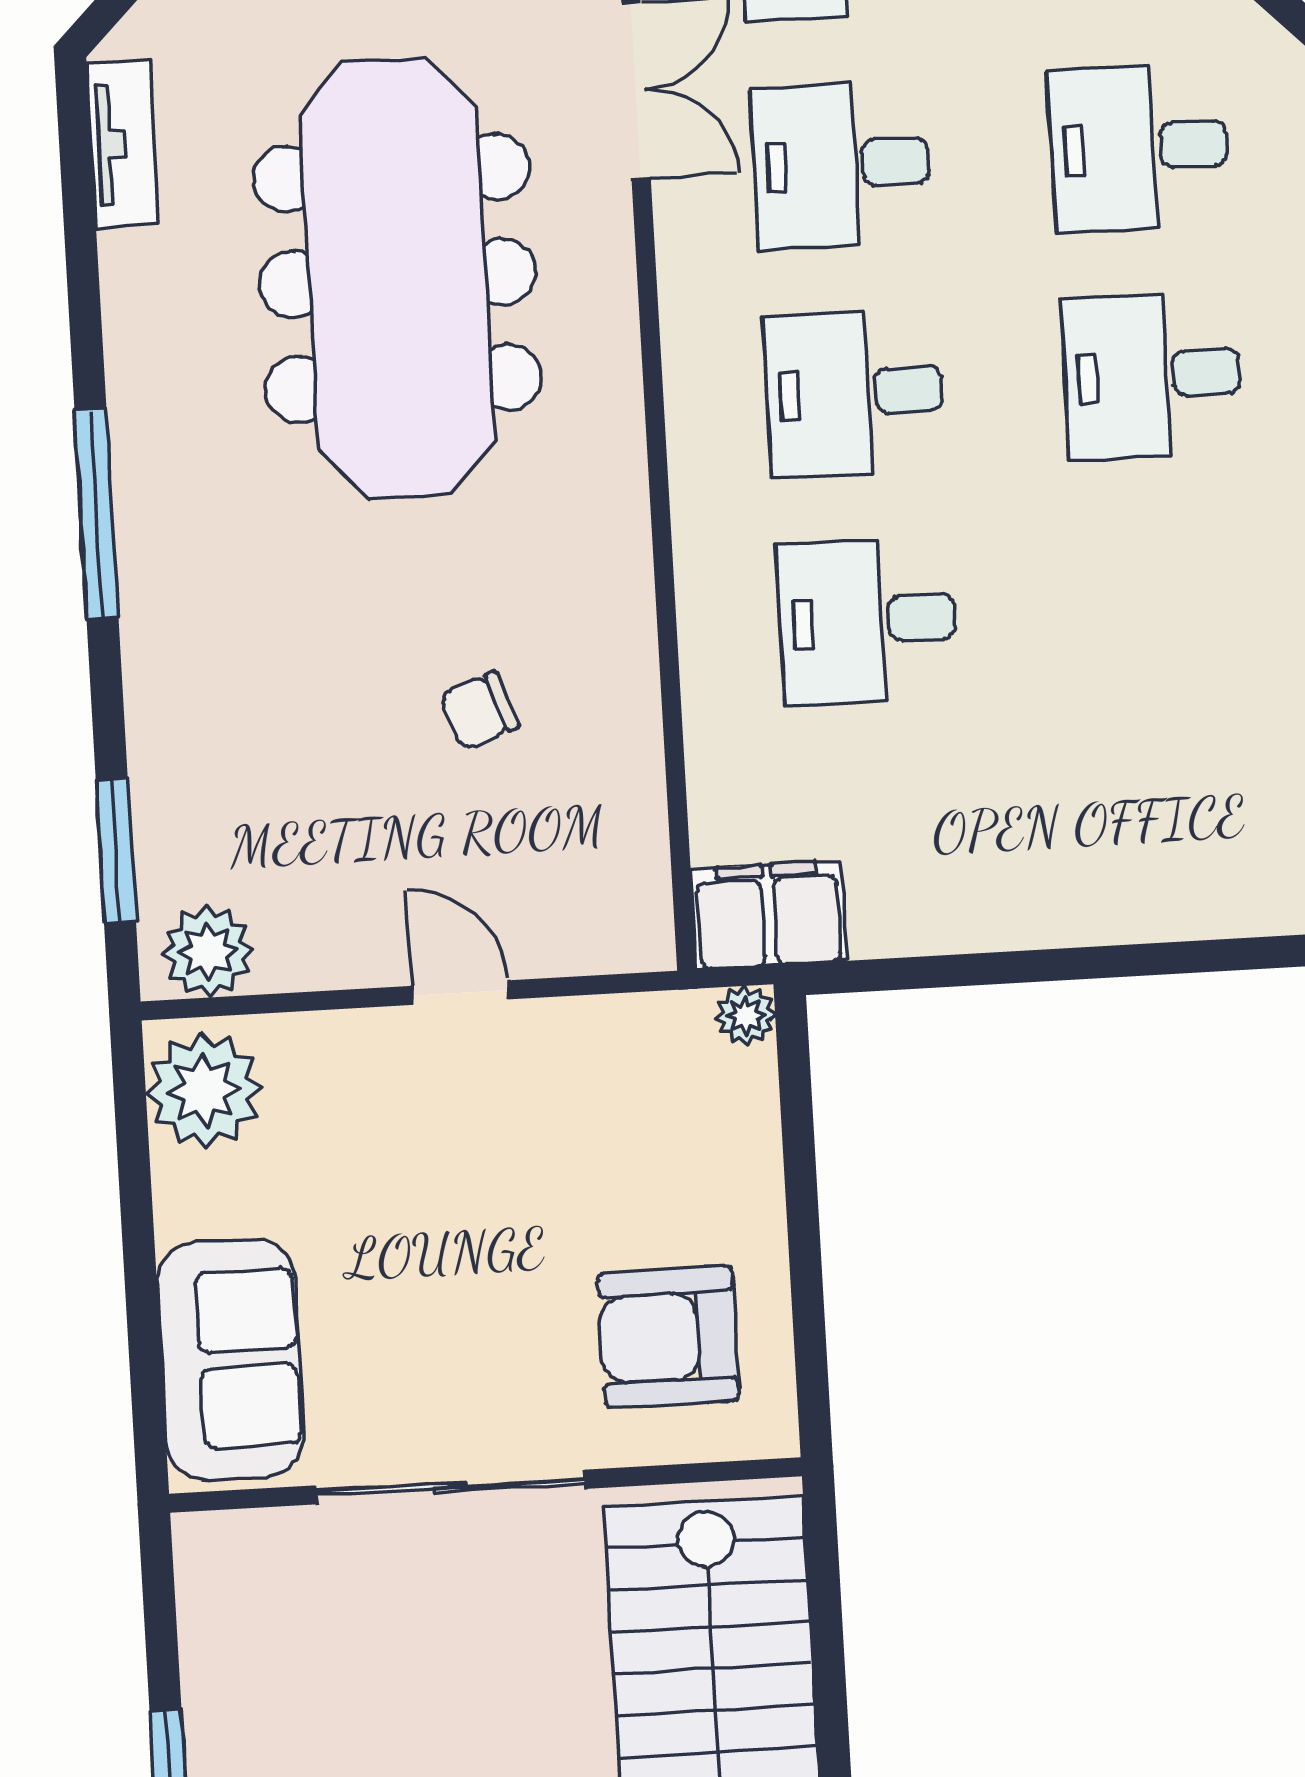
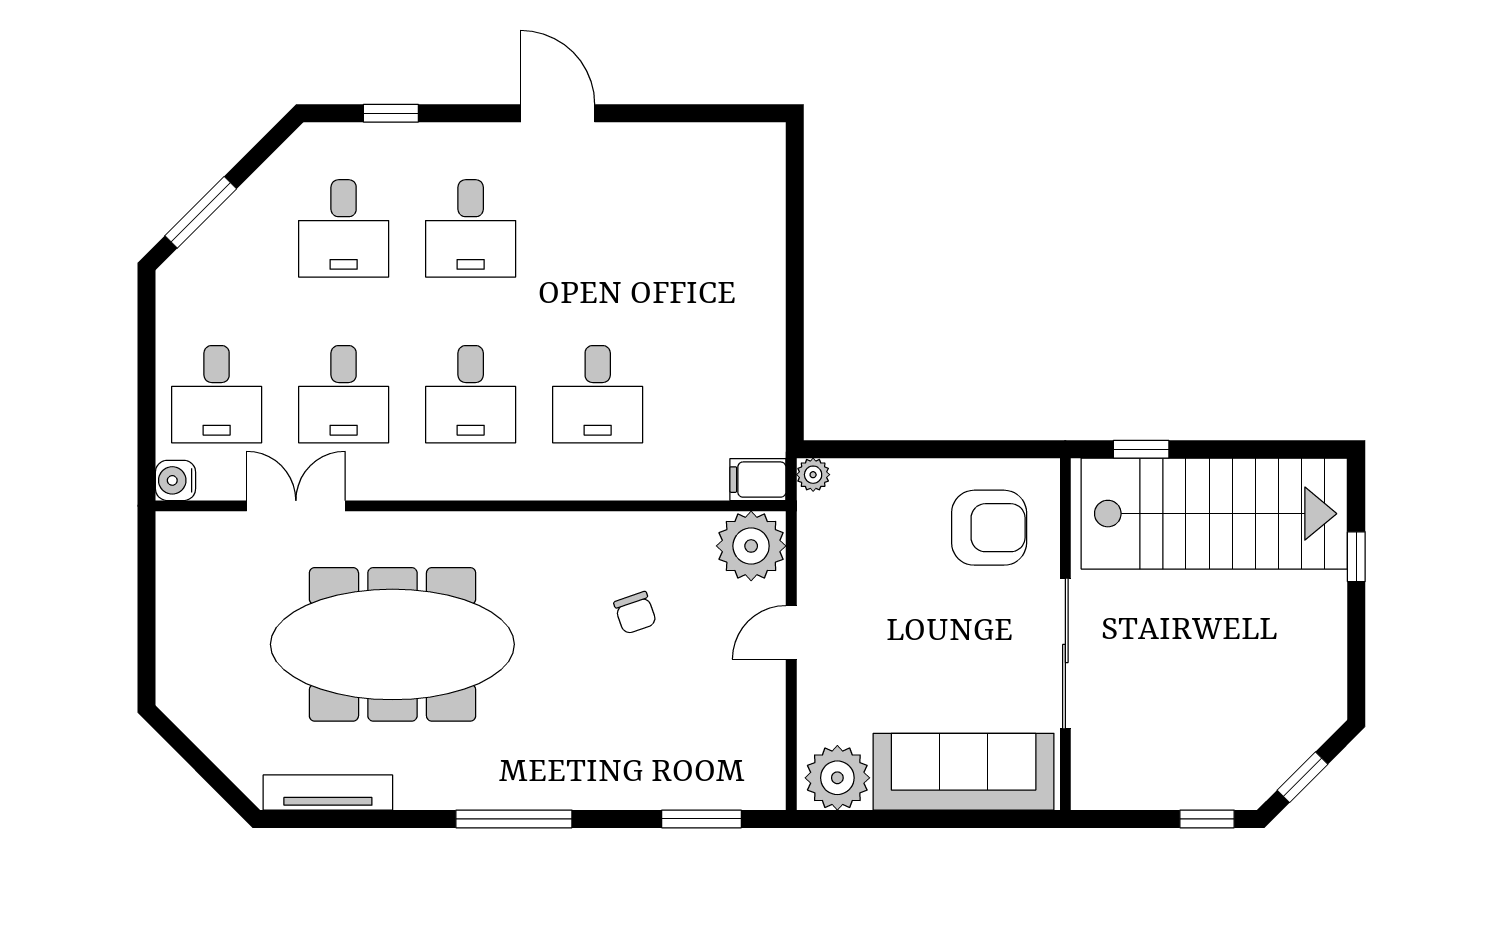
tv unit: (123, 144) -> (328, 793), width x1.41
filing cabinet: (769, 915) -> (758, 480), width x0.50
plant: (208, 952) -> (751, 546), moved, width x1.36, depth x1.36
armchair: (668, 1337) -> (989, 528), turned -90
sofa: (230, 1360) -> (964, 772), width x1.36
window: (825, 1602) -> (1141, 449), added

